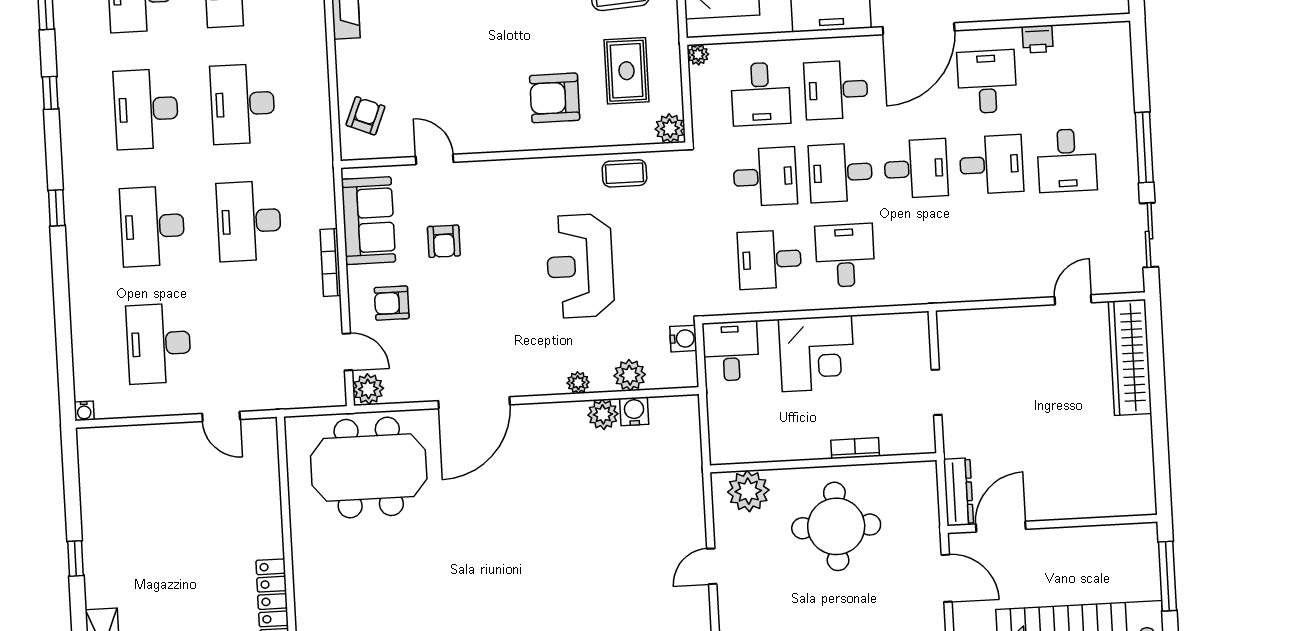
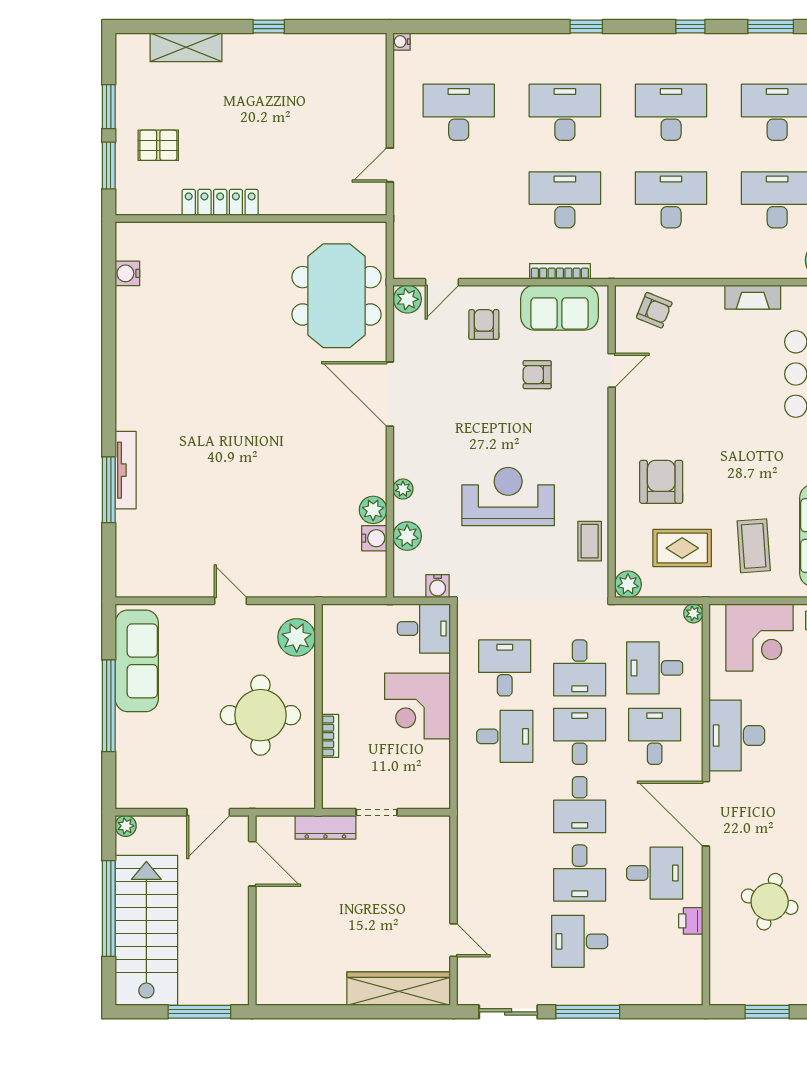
bookcase: (331, 263) -> (560, 271), moved
dresser: (958, 492) -> (325, 827), moved

